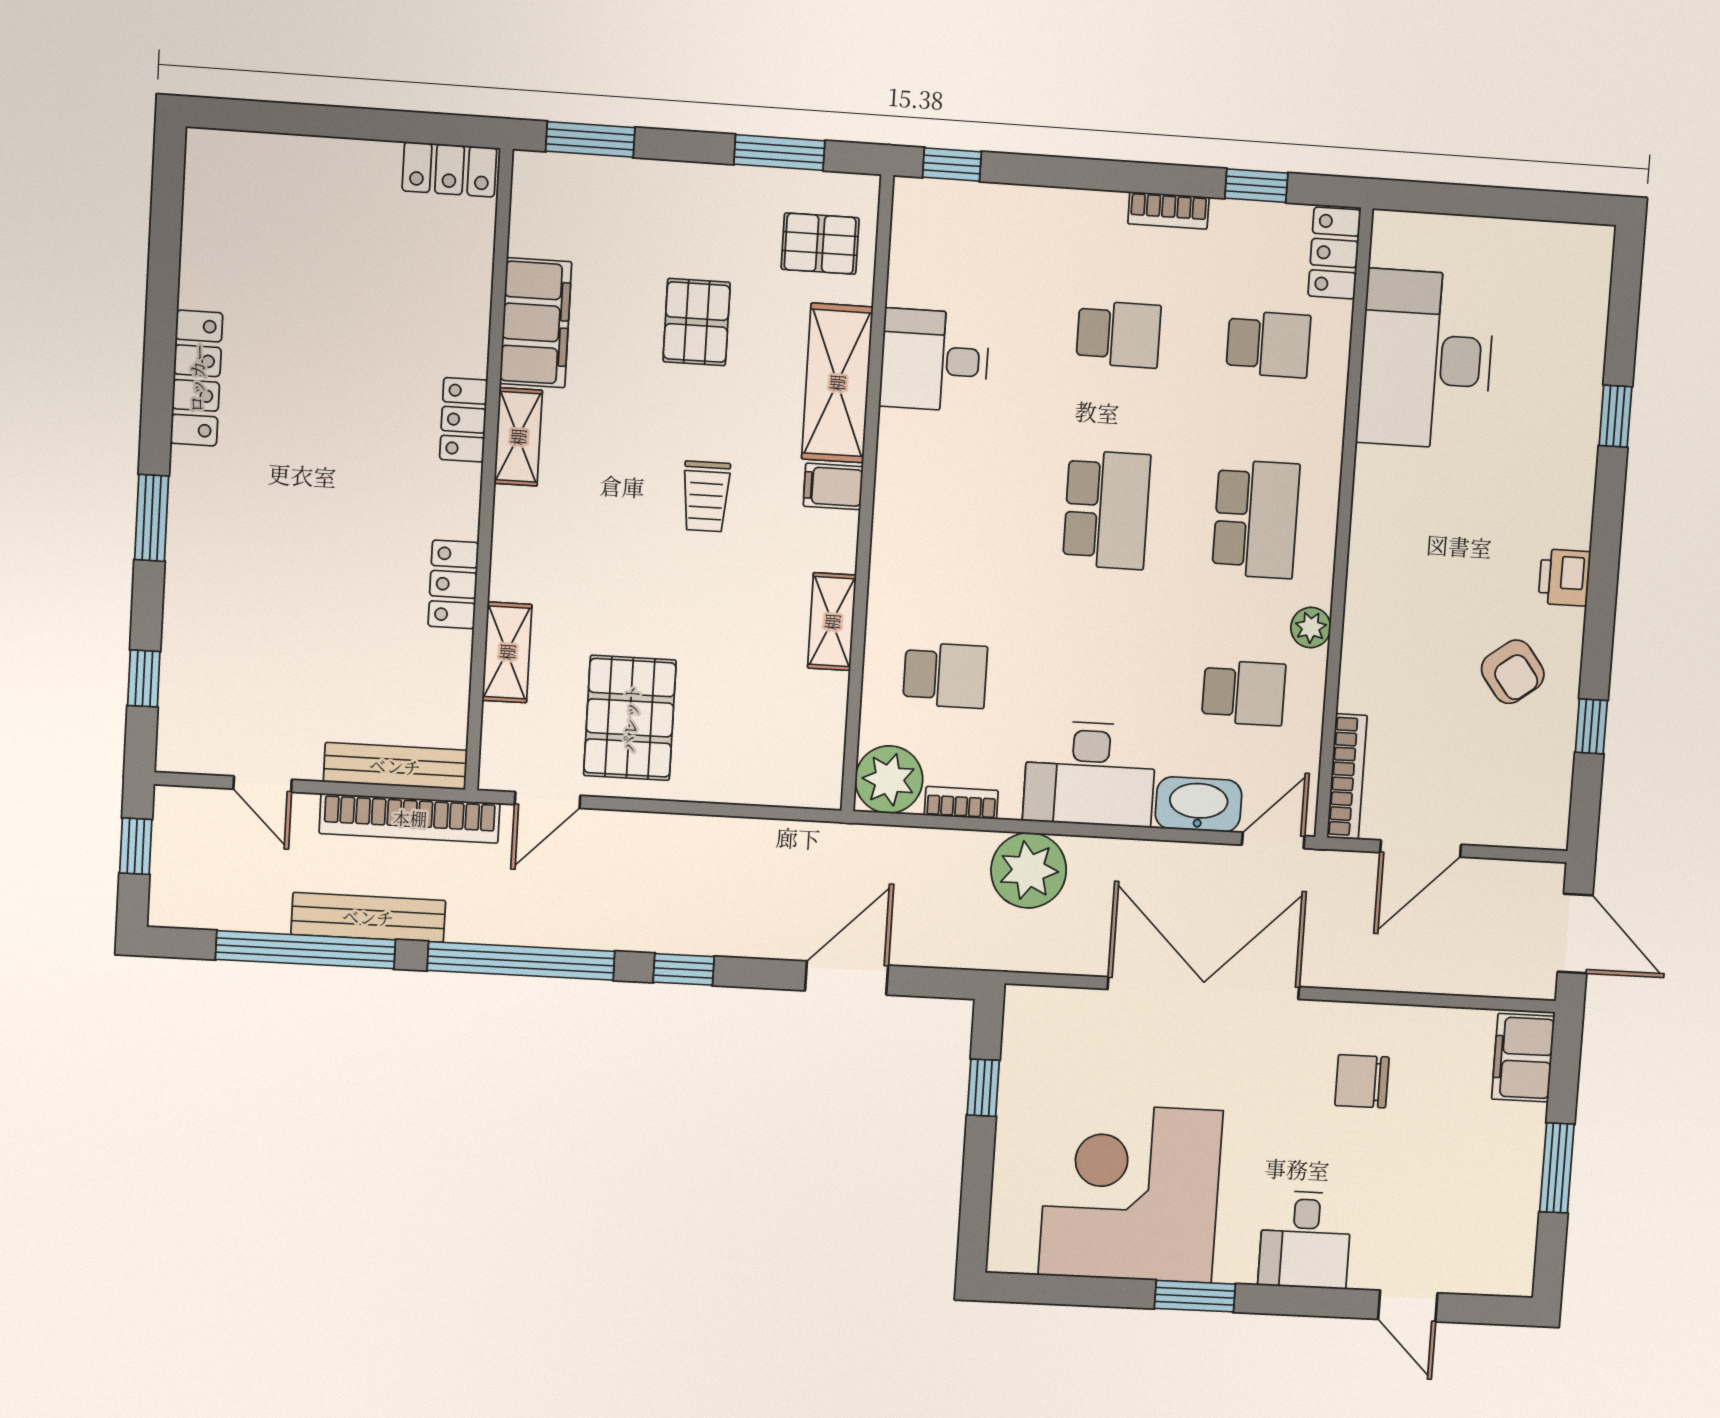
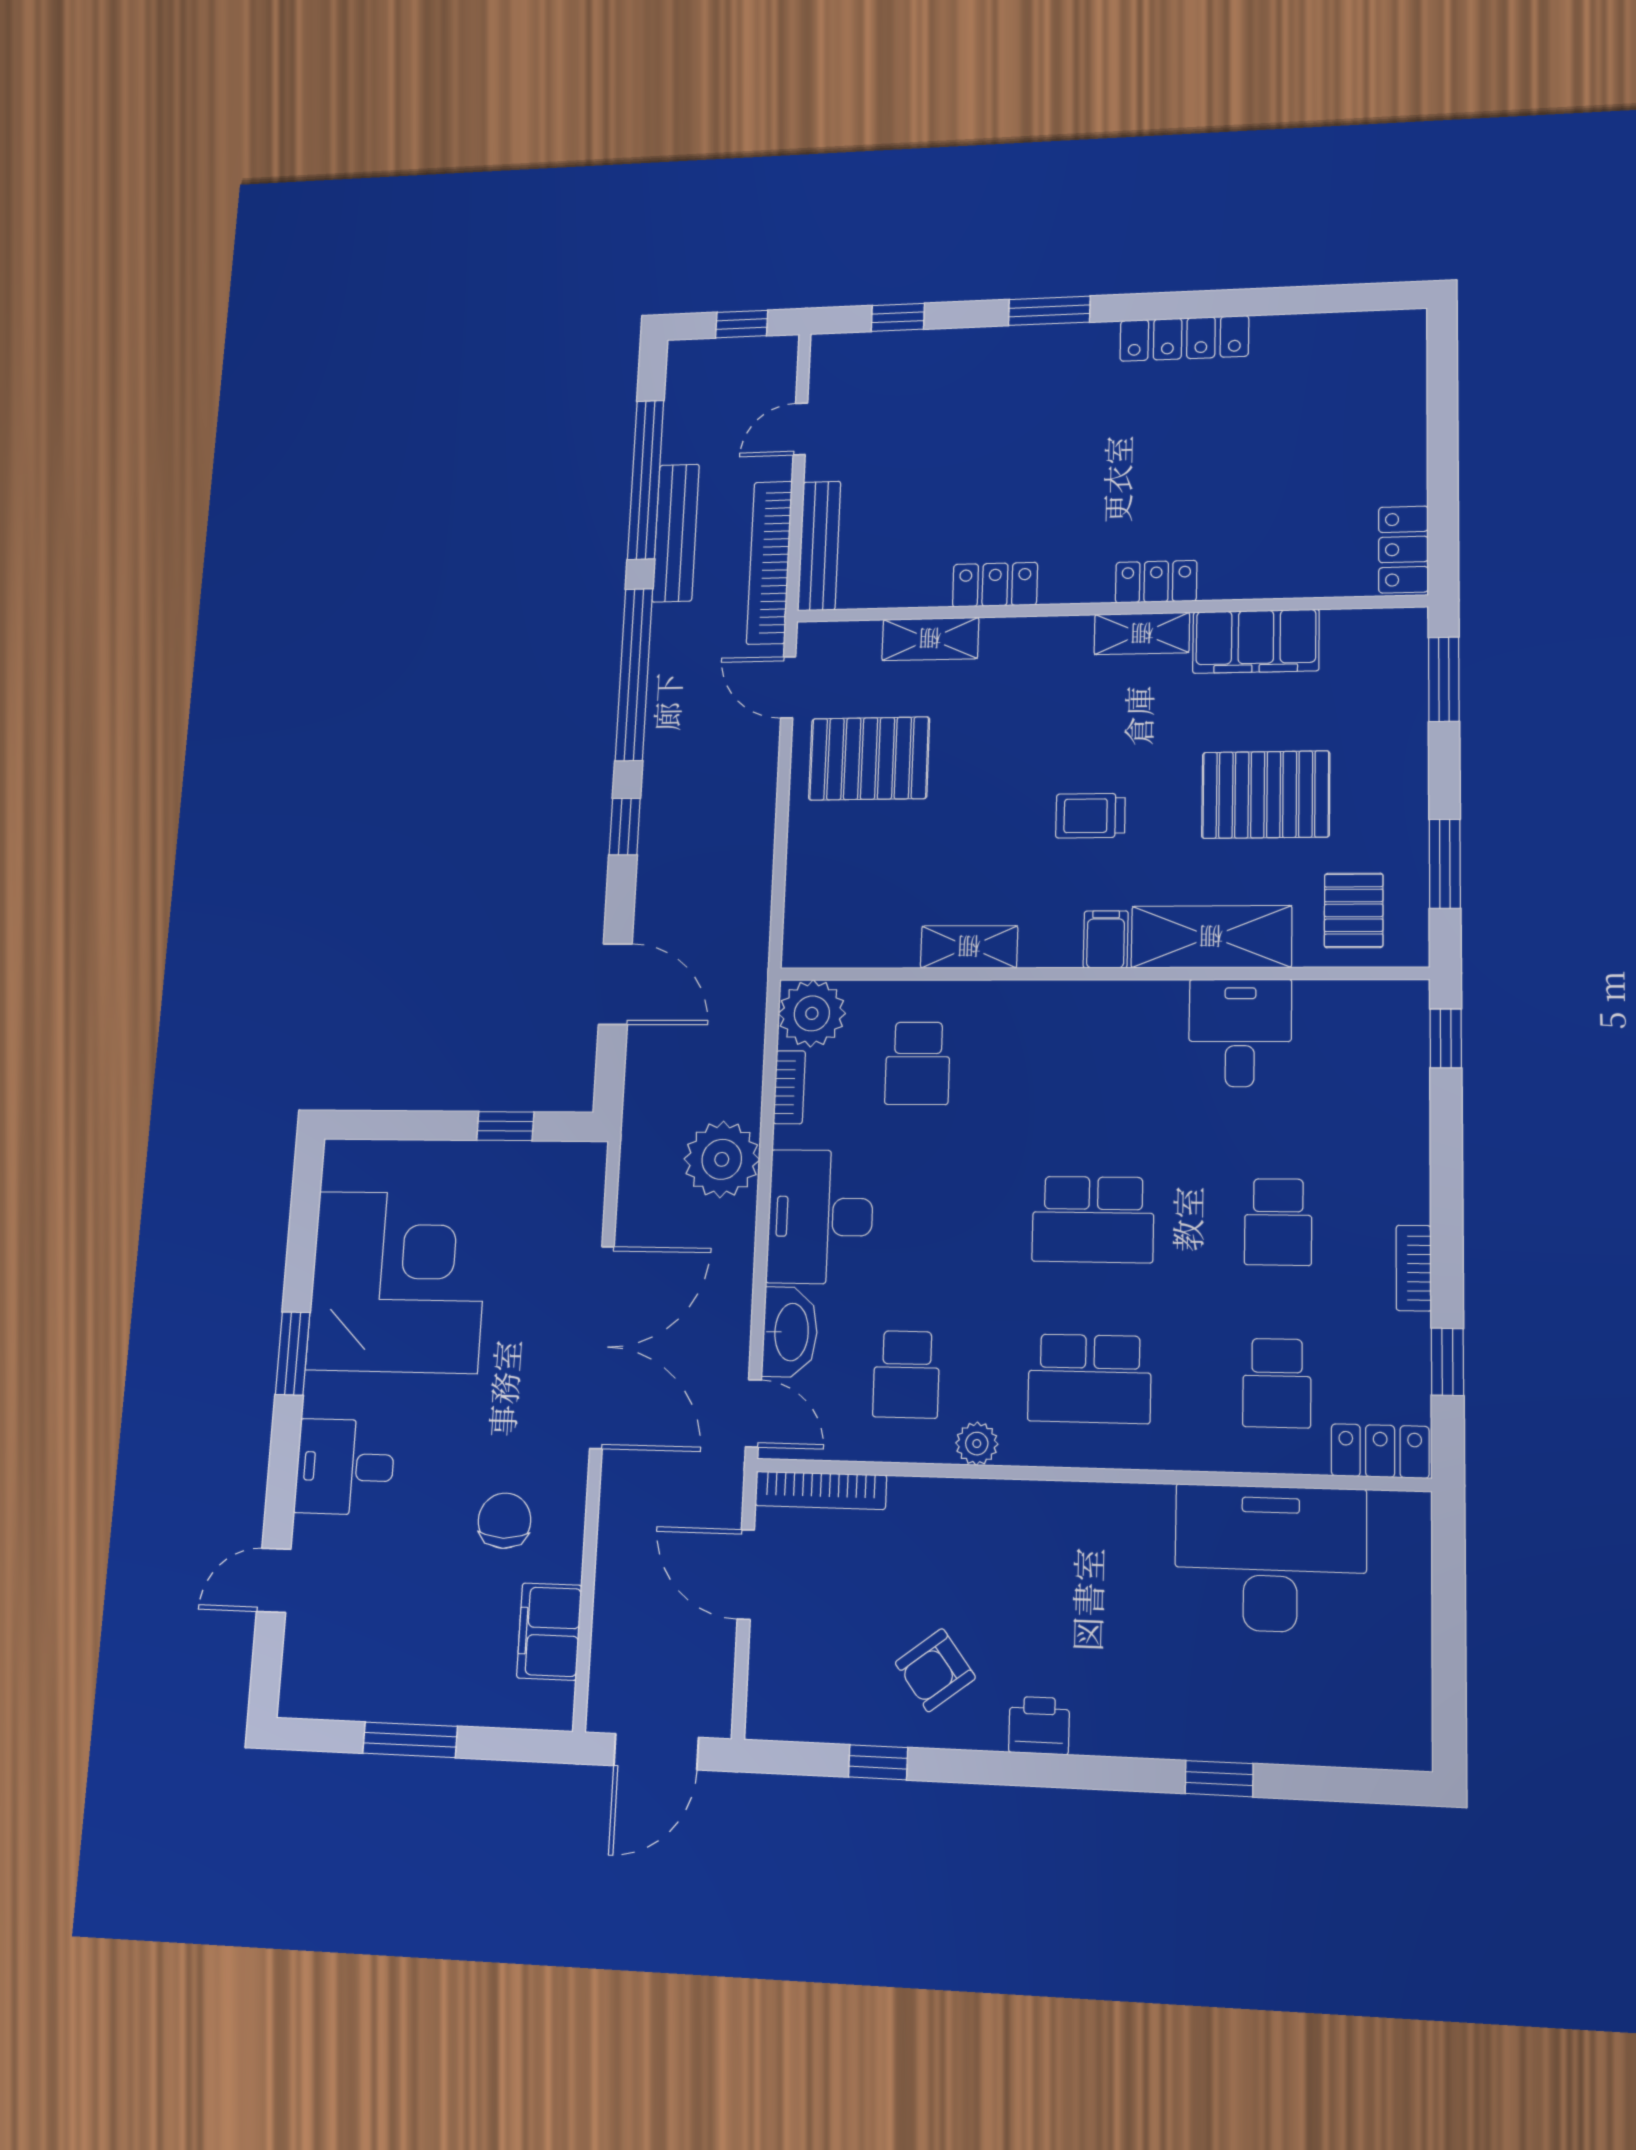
pallet: (697, 322) -> (1266, 795), width x1.50, depth x1.42
filing cabinet: (1523, 1058) -> (549, 1632), moved, turned -90

